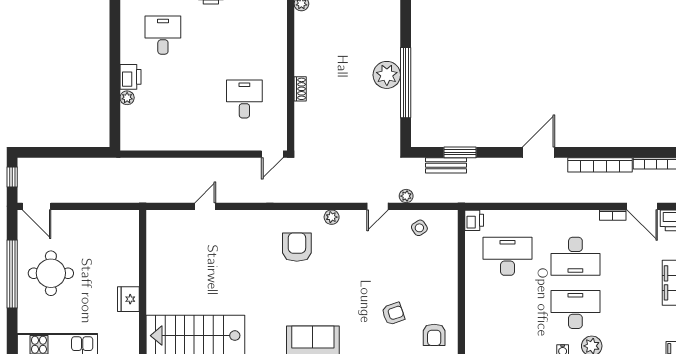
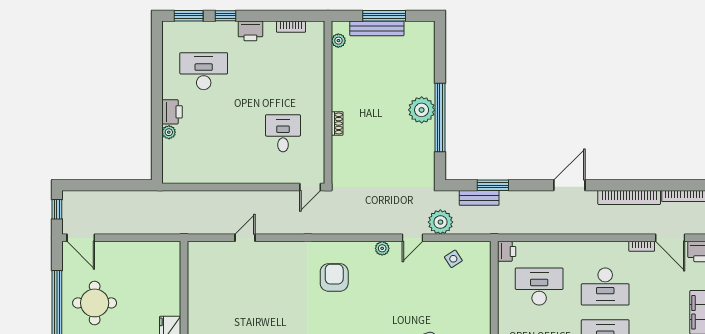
desk: (163, 35) -> (204, 71), width x1.37
plant: (406, 196) -> (440, 222), width x1.88, depth x1.88
plant: (332, 217) -> (382, 248), moved

